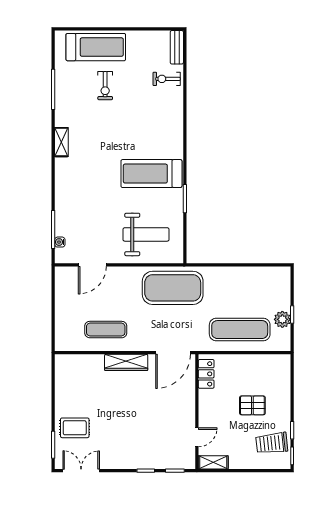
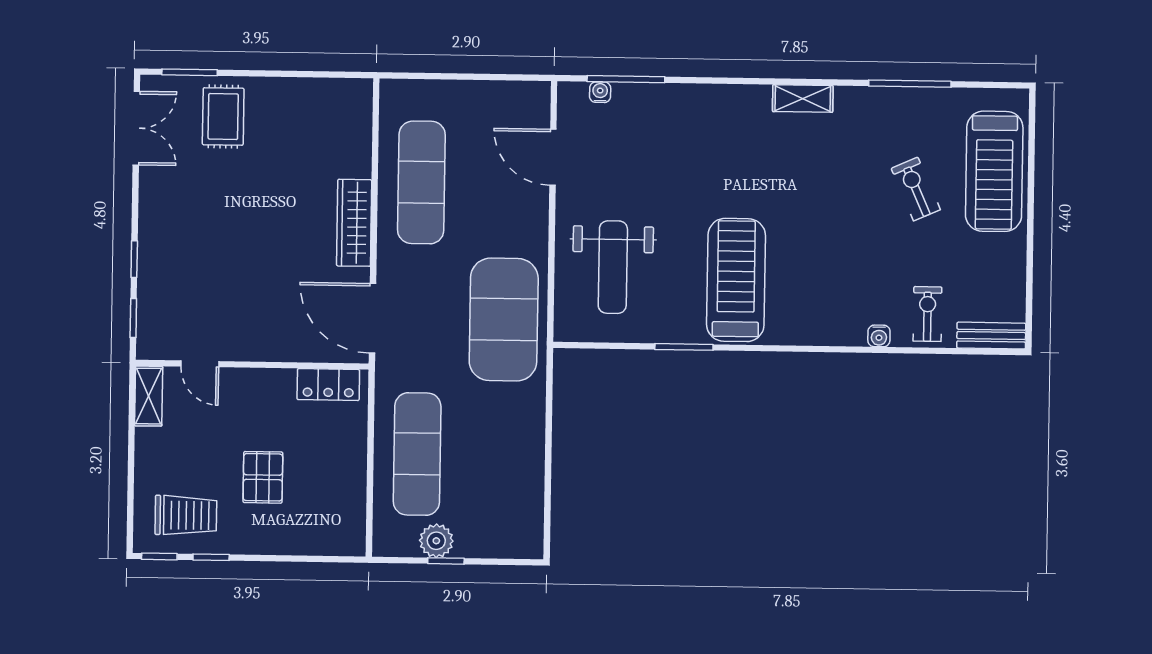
exercise bike: (105, 86) -> (916, 189), turned 66
water cooler: (178, 103) -> (879, 336), added
exercise mat: (106, 330) -> (421, 182), width x1.36, depth x1.45
trolley: (272, 443) -> (186, 515), turned 96

